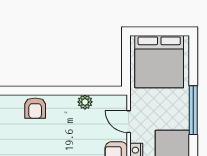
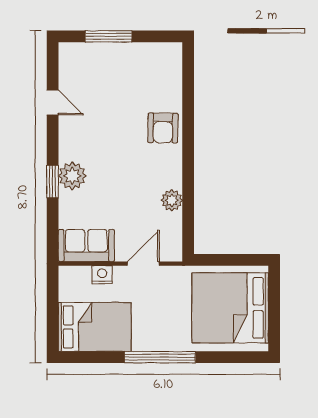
armchair: (35, 108) -> (163, 128), turned -89

